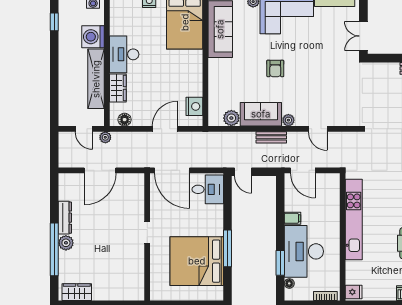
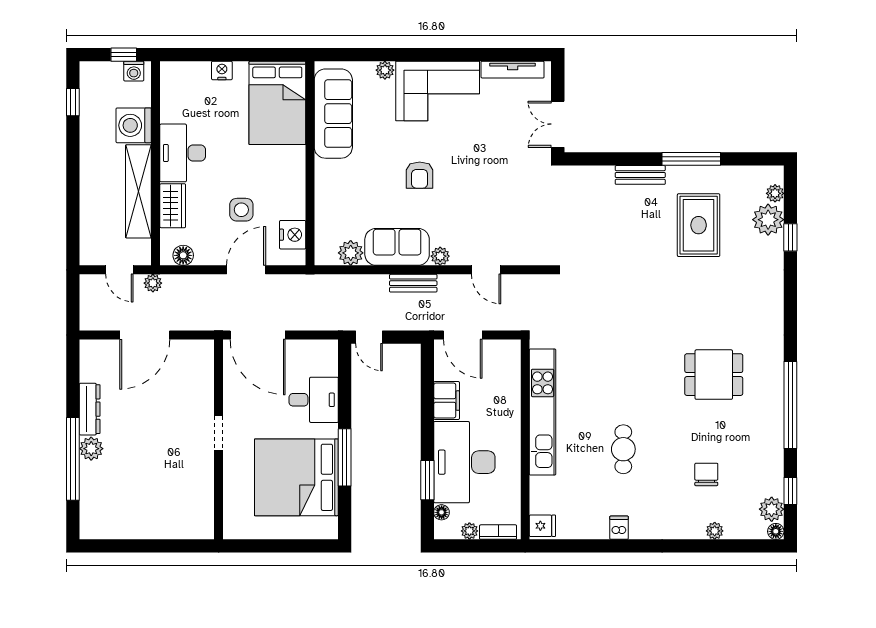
side table: (162, 90) -> (241, 210), added
desk: (208, 189) -> (314, 400), moved
filing cabinet: (292, 218) -> (447, 401), width x2.00
wardrobe: (77, 292) -> (108, 526), removed
plant: (307, 295) -> (469, 531), added

